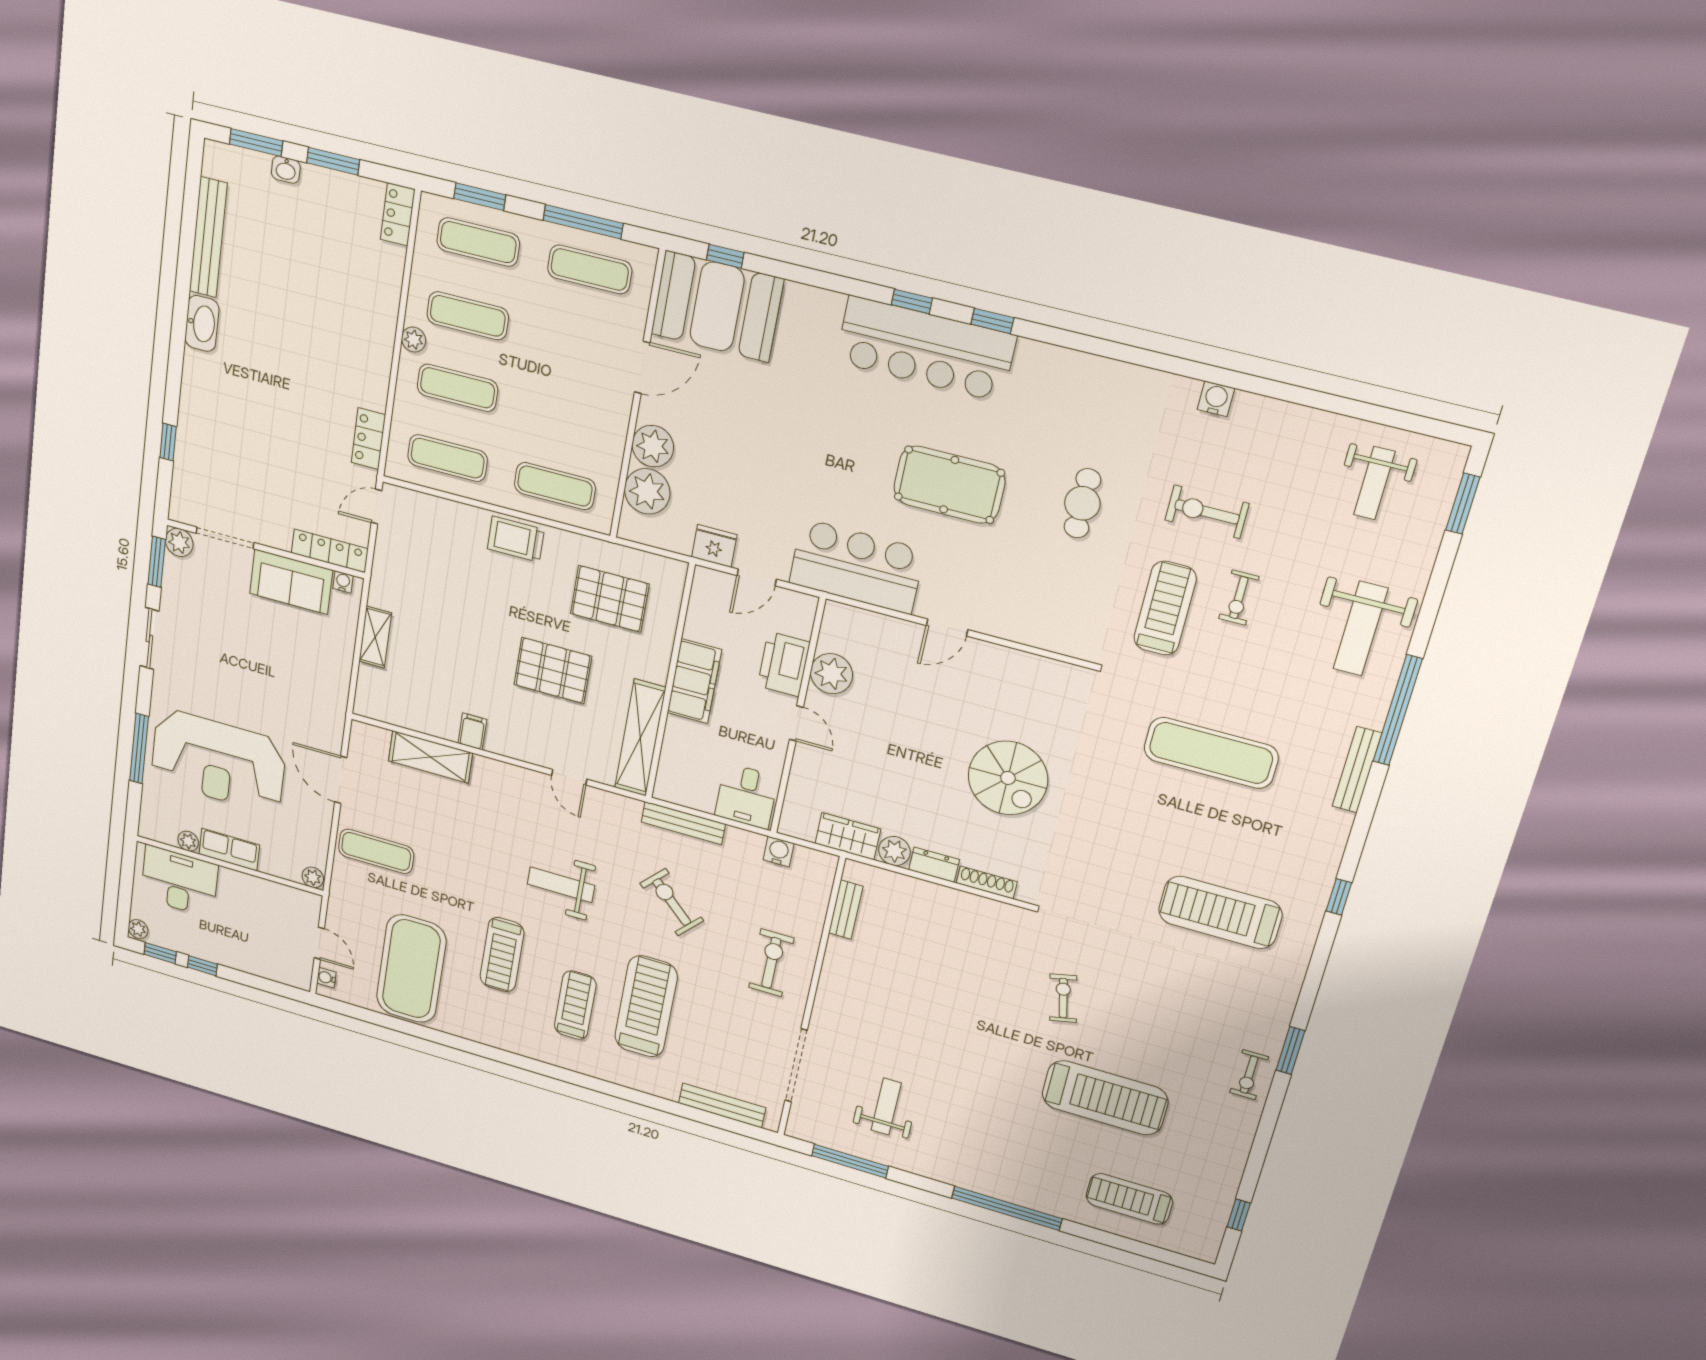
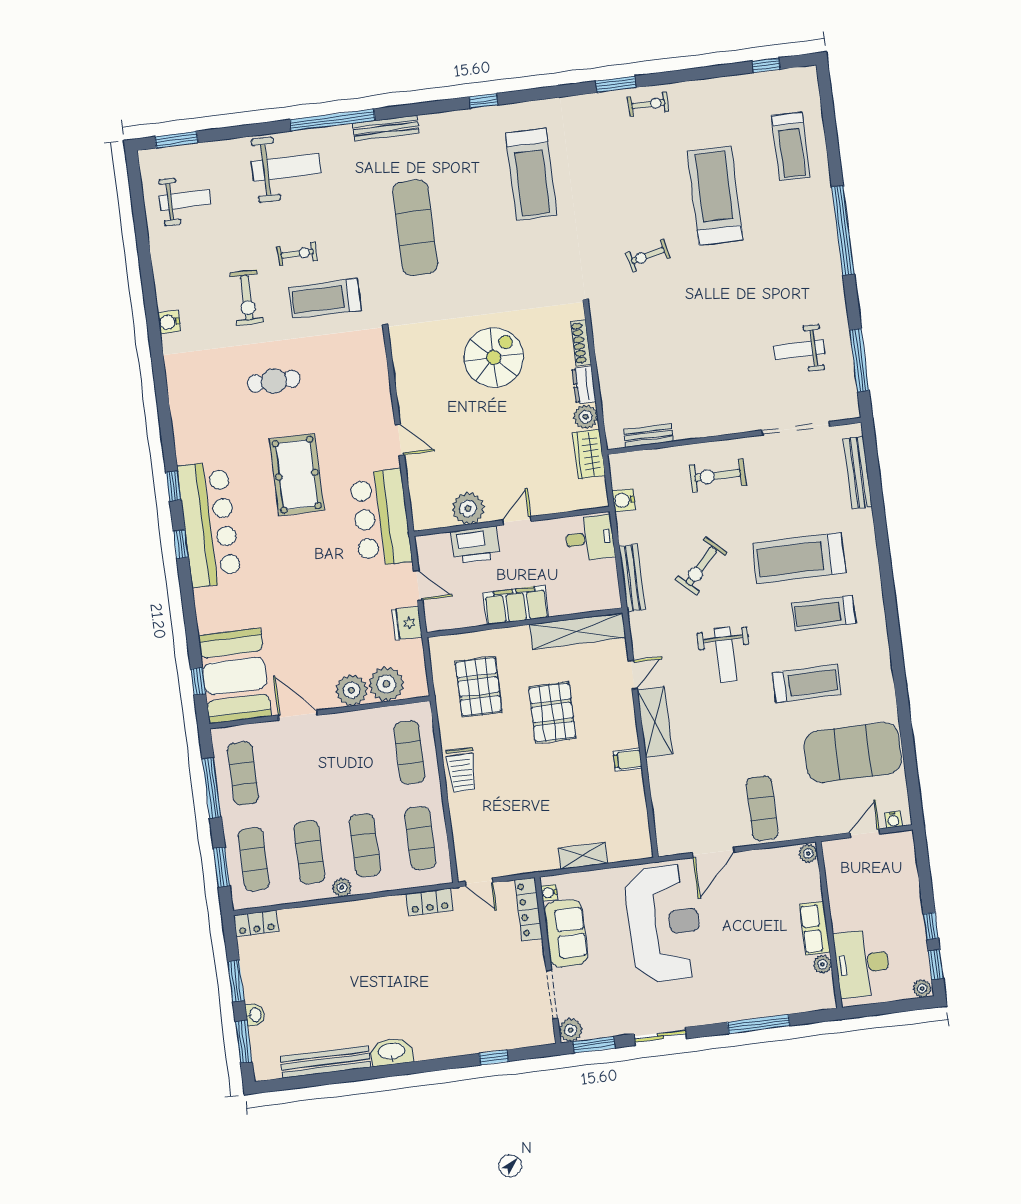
shelving: (430, 757) -> (655, 722), moved
reception desk: (218, 761) -> (664, 923), moved

